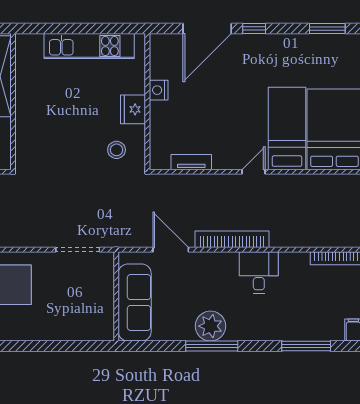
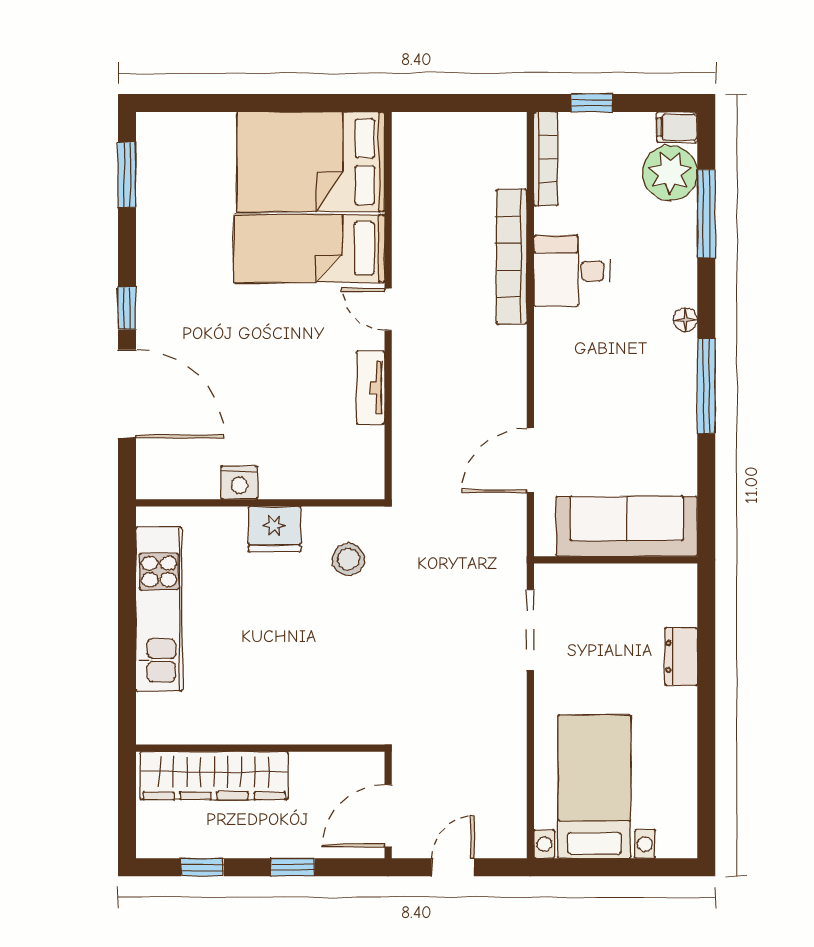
tv unit: (191, 162) -> (371, 388), moved
bookcase: (232, 239) -> (512, 257), moved
desk: (259, 272) -> (572, 271), moved
plant: (211, 326) -> (670, 173), moved
dresser: (63, 332) -> (681, 656), added
floor lamp: (248, 335) -> (686, 320), added

